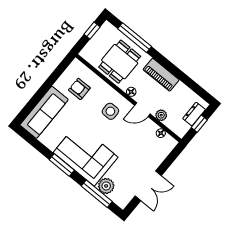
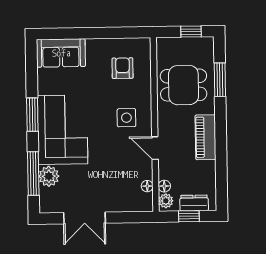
window: (135, 38) -> (220, 80), width x0.69
floor lamp: (131, 92) -> (164, 186), moved
sofa: (44, 112) -> (61, 53), width x0.73
plant: (161, 115) -> (166, 201), moved

